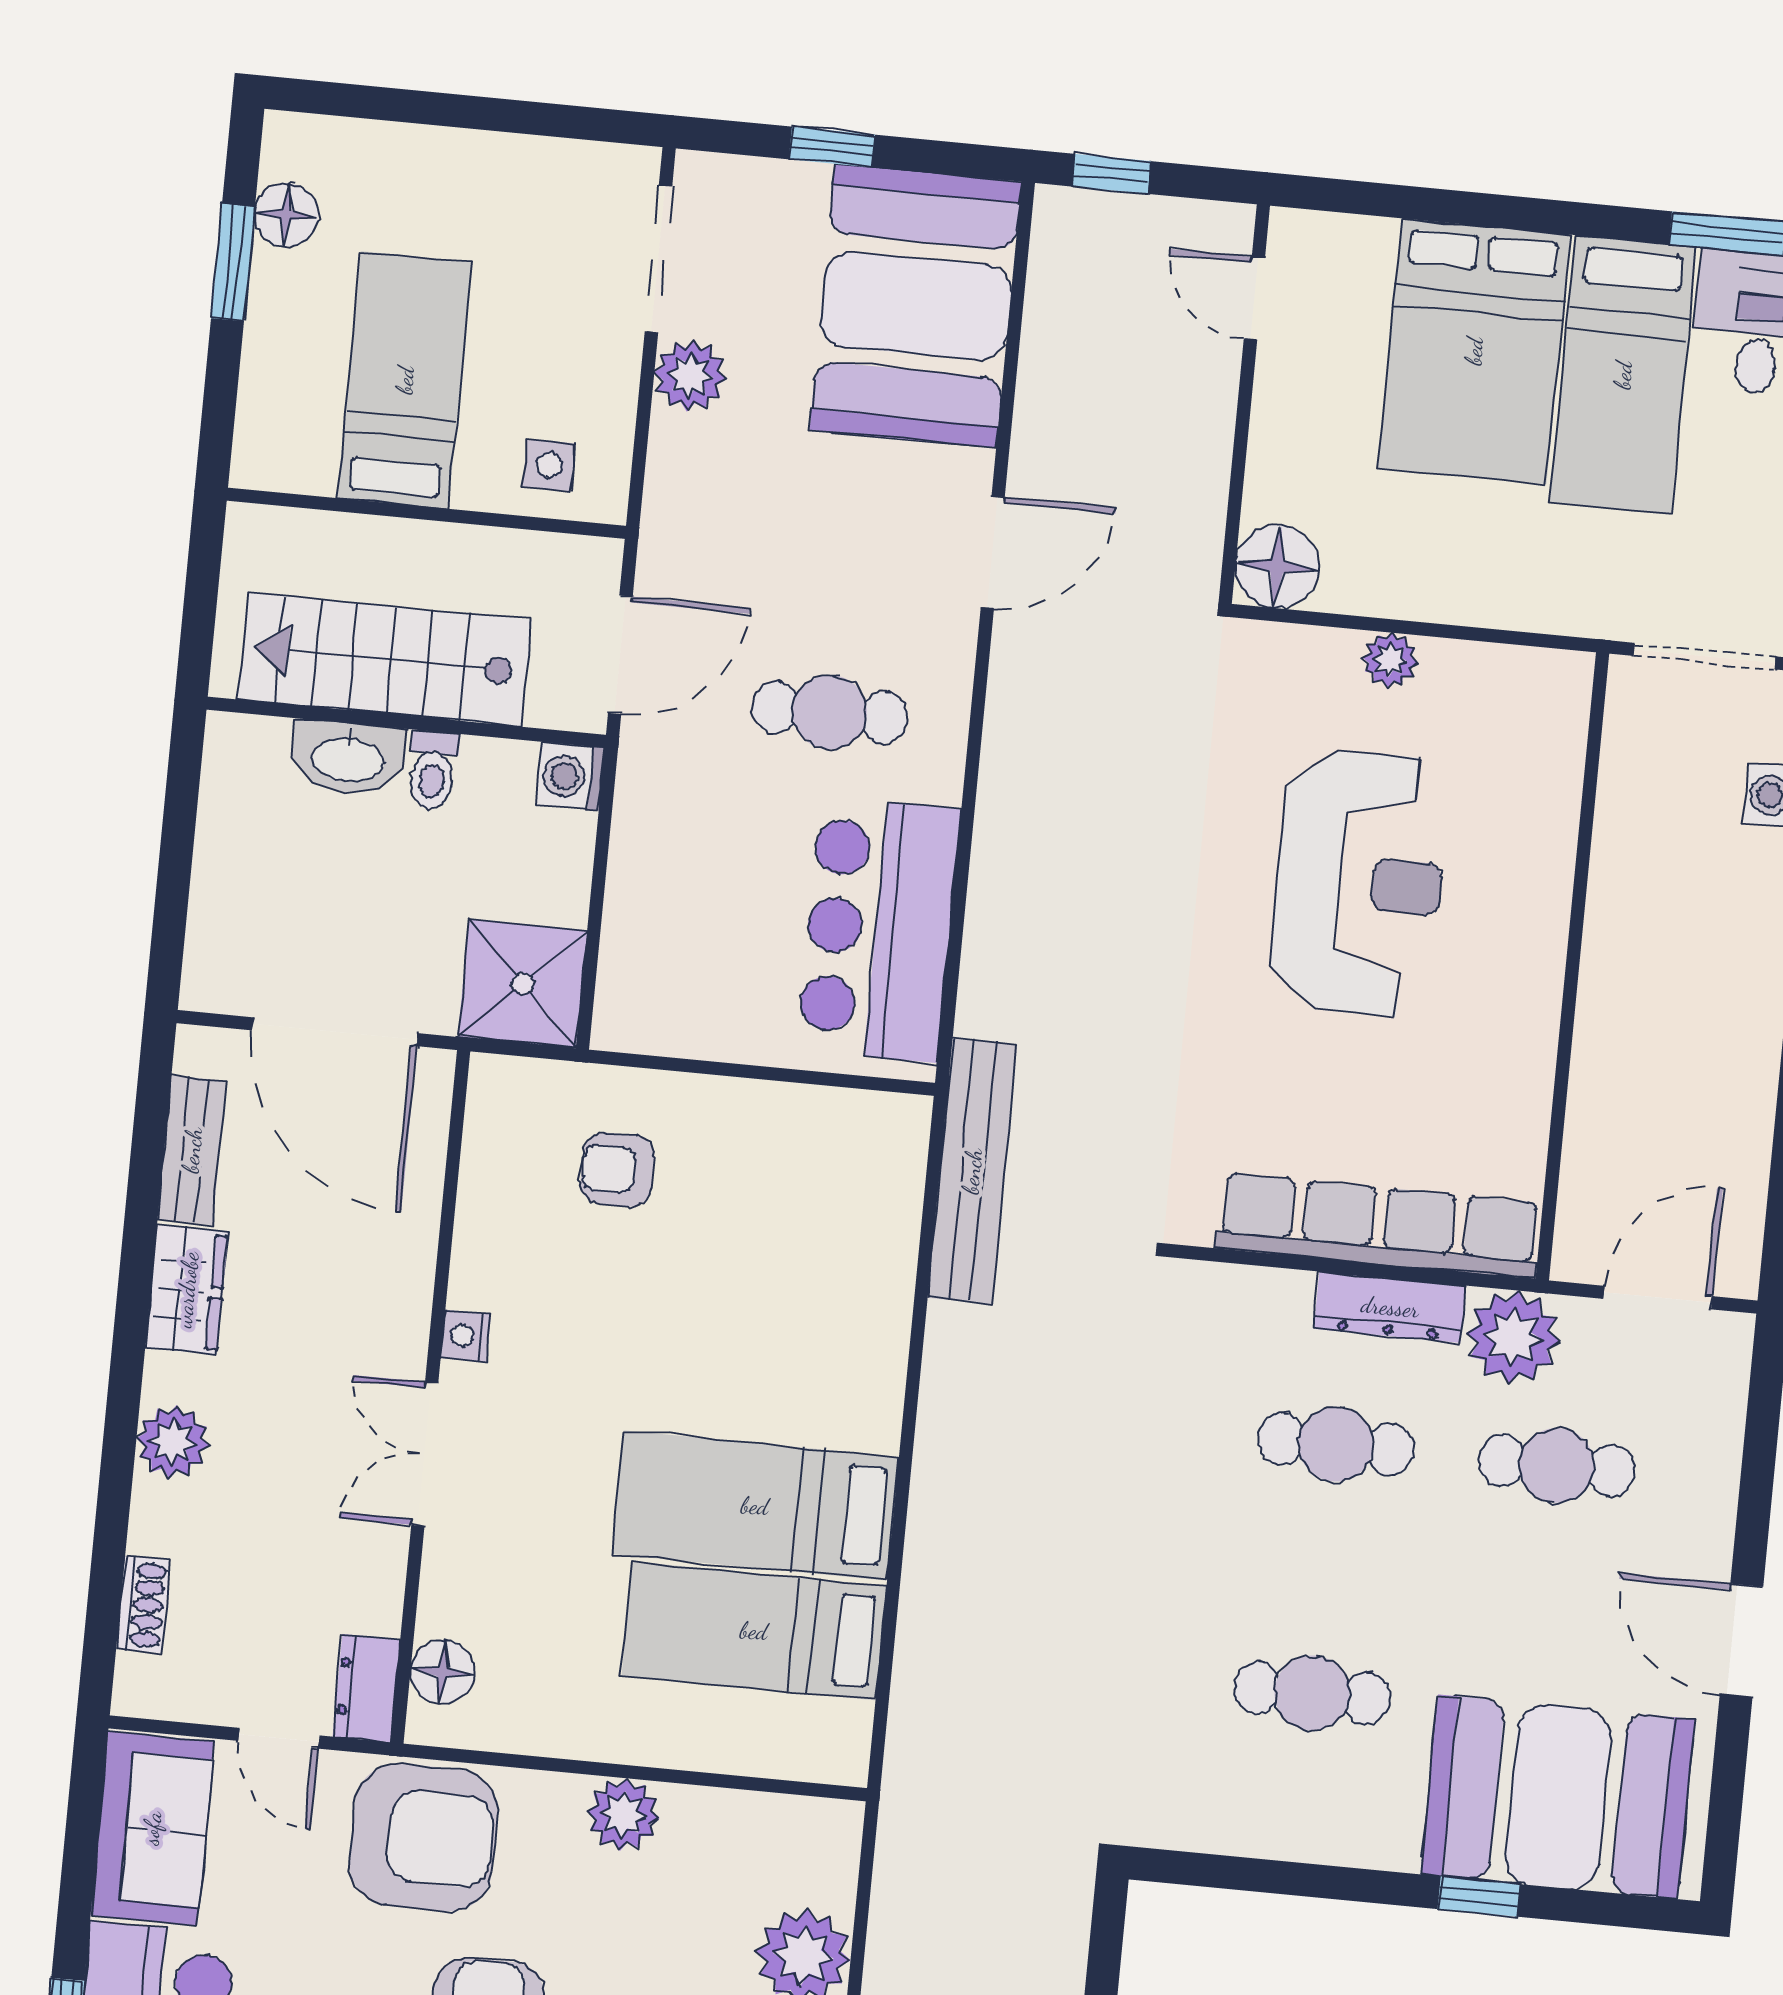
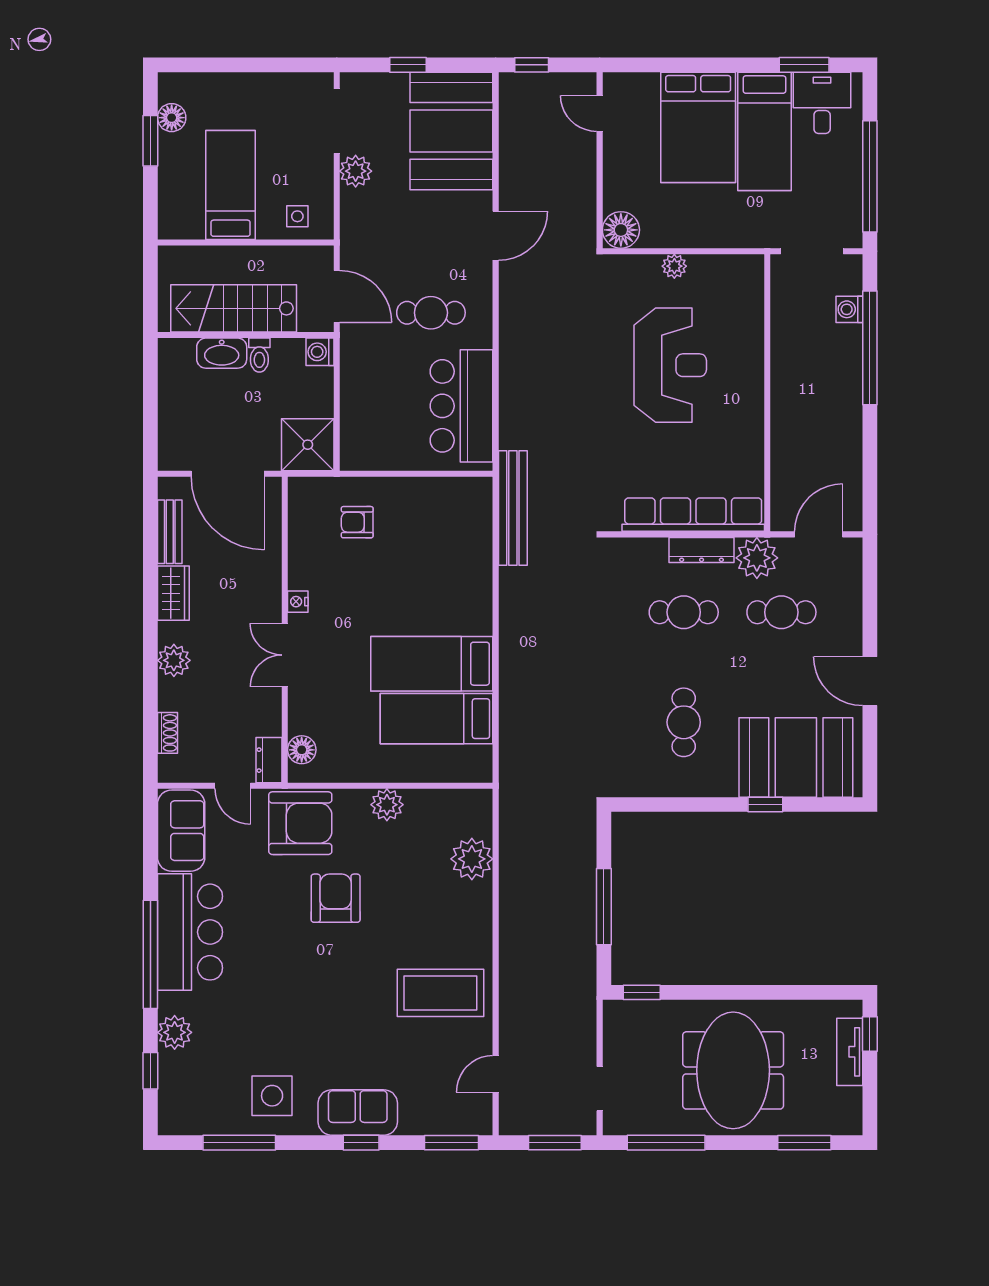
door: (620, 655) -> (337, 296), hinge flipped
cafe table: (1312, 1693) -> (684, 722), turned 90

